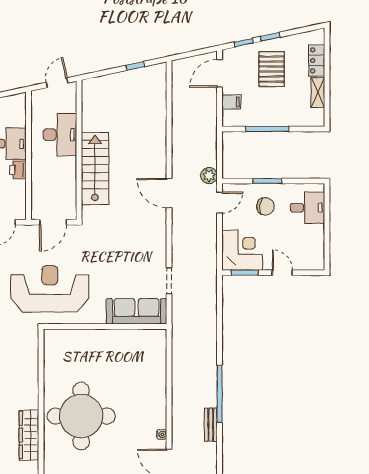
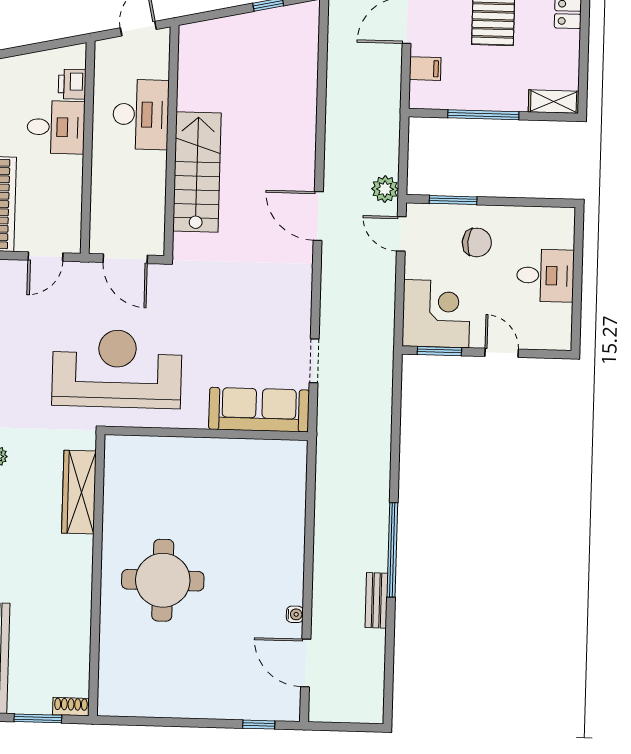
shelving: (318, 92) -> (554, 102), moved, turned 90
printer: (18, 170) -> (72, 84), moved
window: (267, 181) -> (453, 200), moved
door: (220, 202) -> (401, 234), swing flipped
desk: (307, 208) -> (545, 275), moved
door: (53, 222) -> (125, 259), hinge flipped
round table: (81, 416) -> (163, 580), width x0.73, depth x0.73
wardrobe: (29, 435) -> (79, 492), moved

